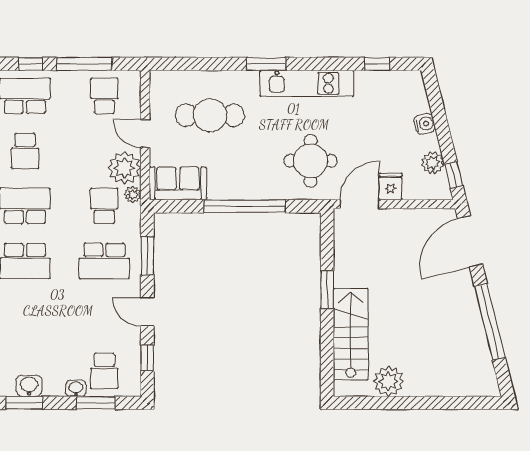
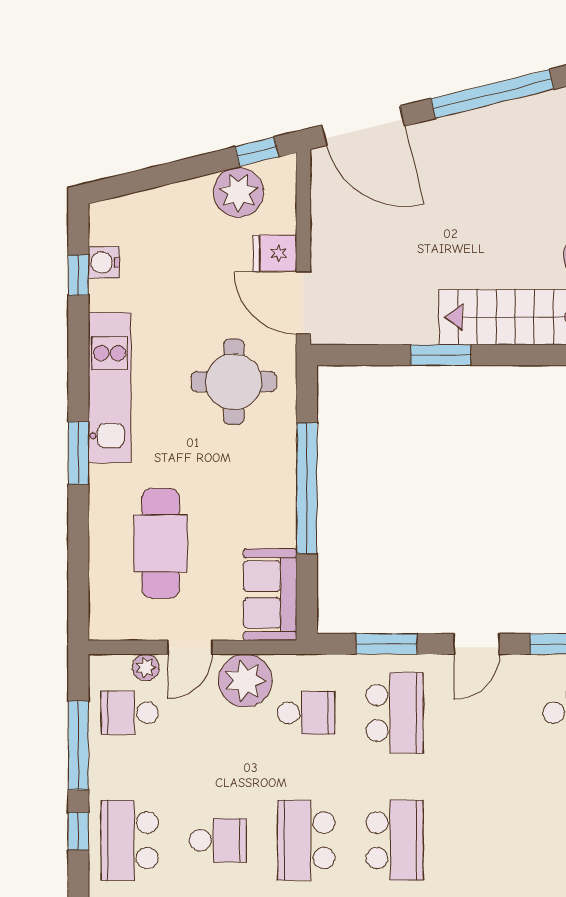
water cooler: (425, 124) -> (104, 262), moved, turned -76
plant: (432, 163) -> (238, 192), width x1.36, depth x1.36
plant: (133, 194) -> (146, 667), moved
school desk: (104, 206) -> (306, 713), turned 180

